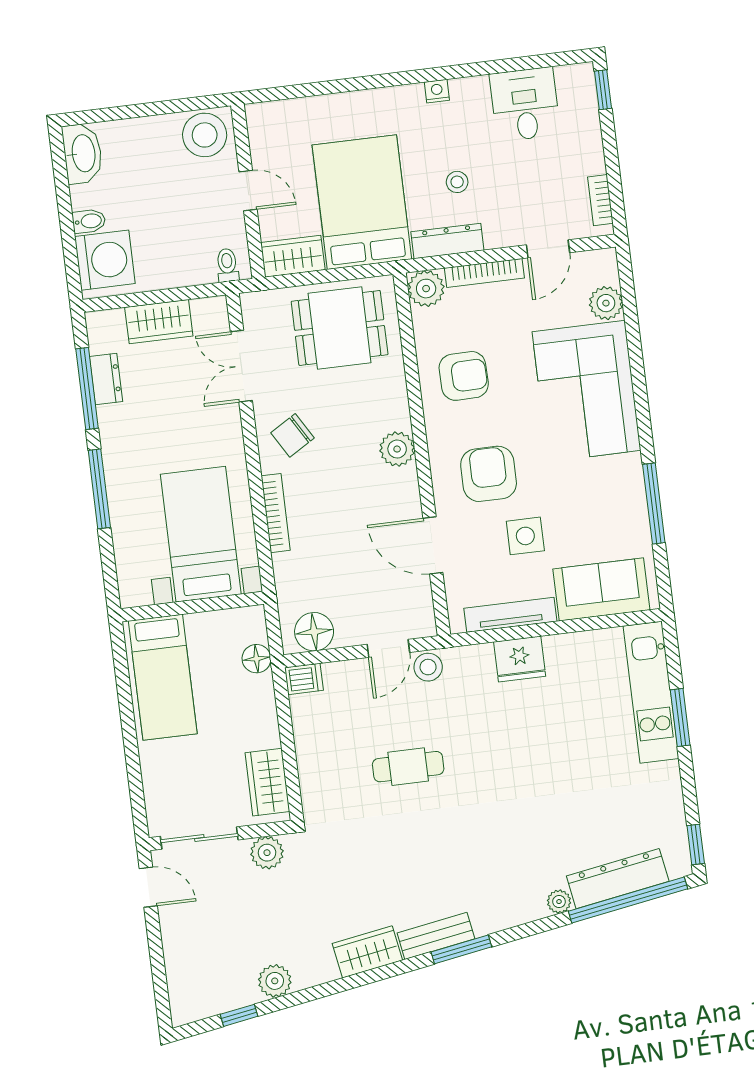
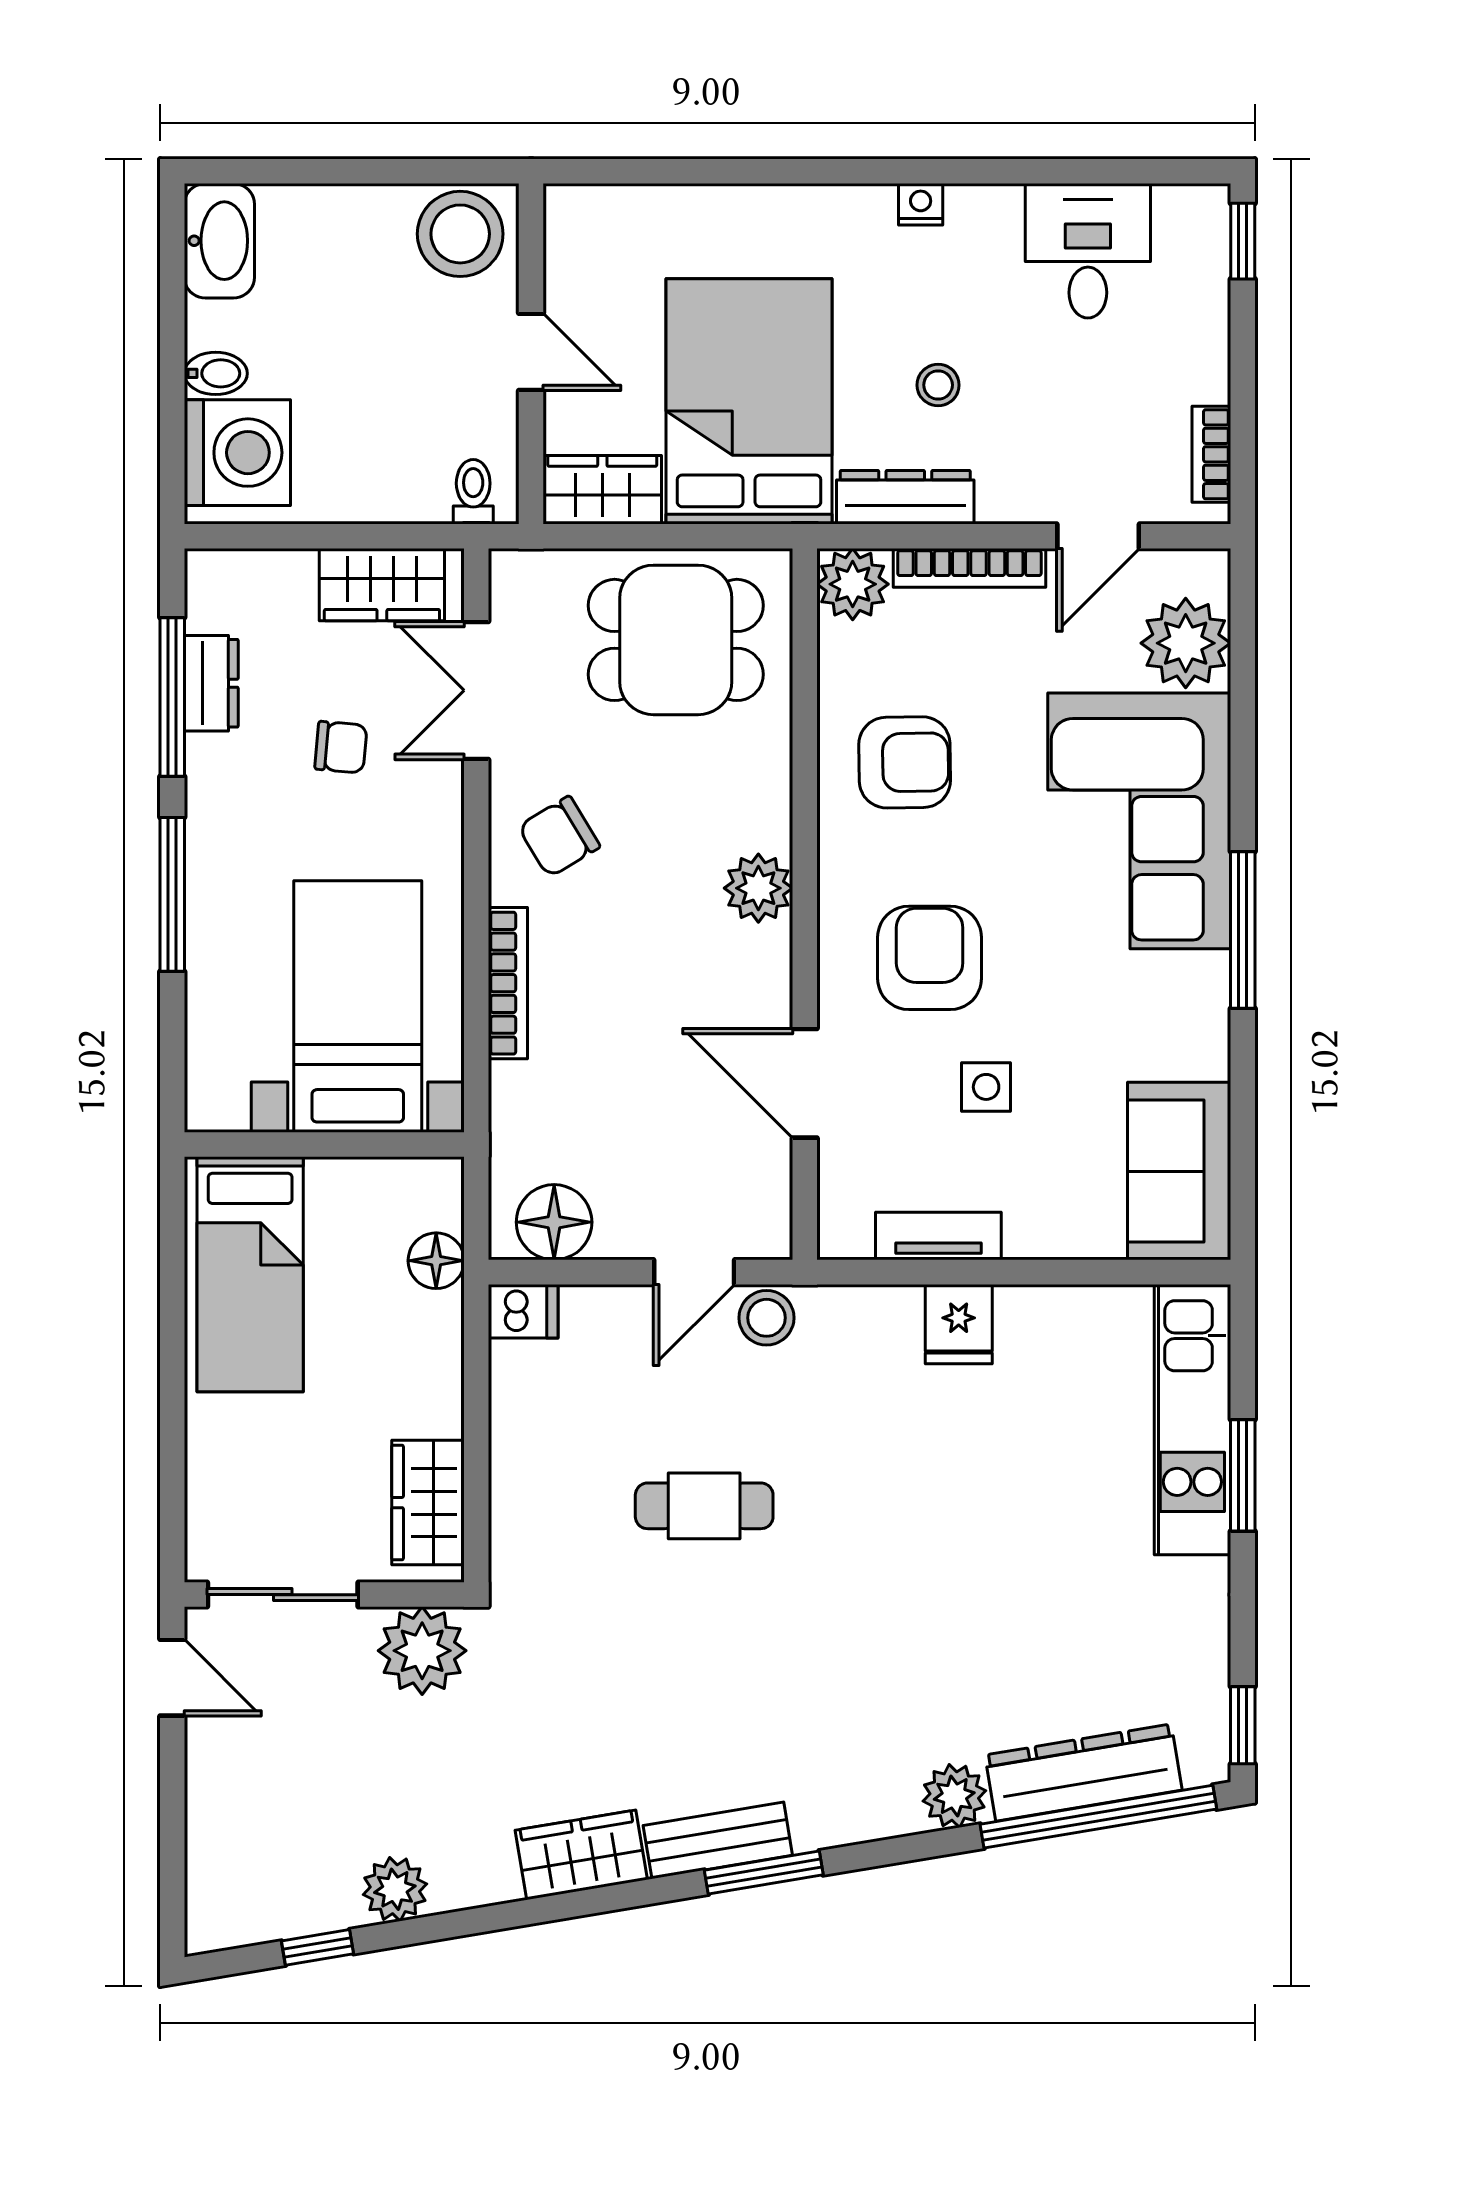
plant: (606, 303) -> (1186, 643), width x1.36, depth x1.36
wardrobe: (159, 322) -> (382, 585), moved
chair: (176, 403) -> (341, 747), added
window: (654, 503) -> (1243, 930), moved
side table: (525, 536) -> (986, 1087), width x0.73, depth x0.73
sofa: (601, 589) -> (1179, 1171), moved, turned -90
tv unit: (510, 615) -> (938, 1236), width x0.71
fridge: (520, 659) -> (959, 1324), width x0.72
plant: (267, 853) -> (422, 1651), width x1.36, depth x1.36
plant: (559, 902) -> (954, 1796), width x1.38, depth x1.38

